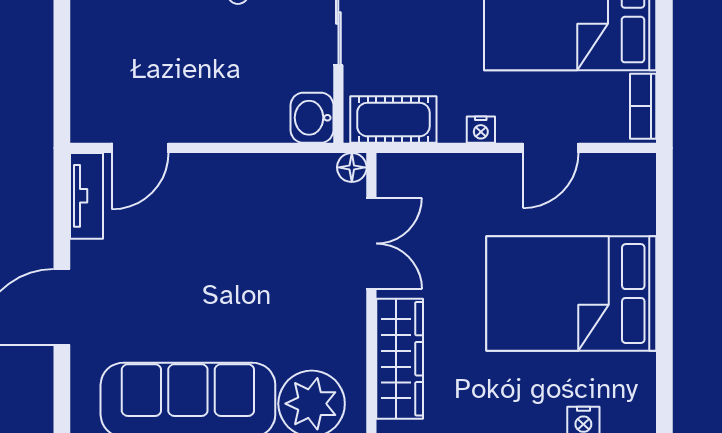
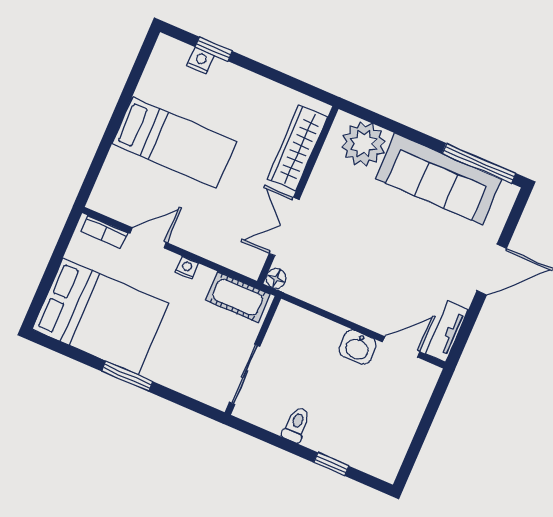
bookcase: (643, 106) -> (104, 232), moved, turned 90
washbasin: (312, 118) -> (358, 347), moved, turned 90
bed: (571, 294) -> (174, 143), width x0.67

